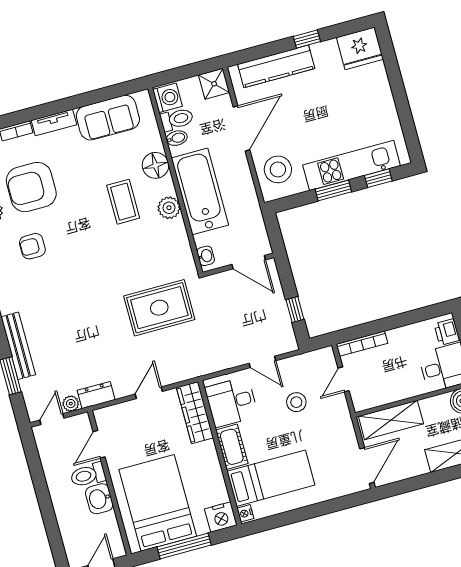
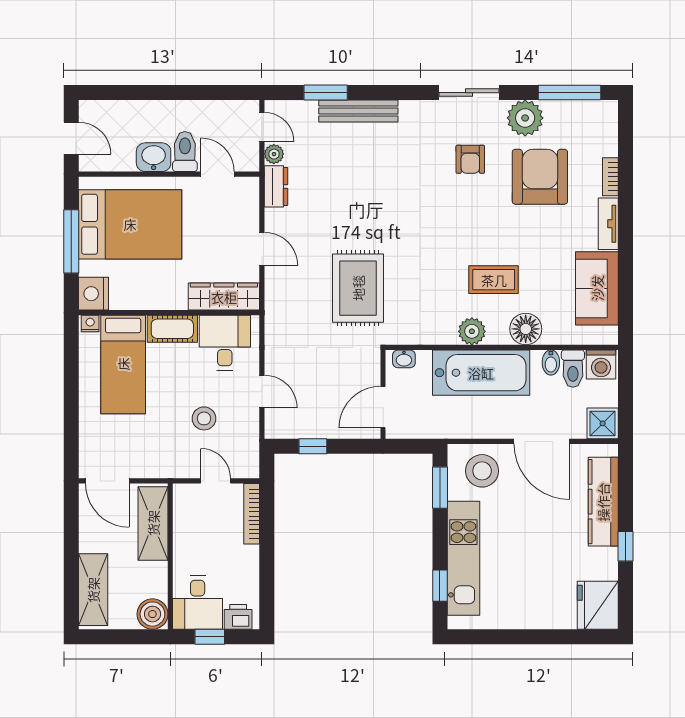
window: (333, 190) -> (440, 488), moved
armchair: (32, 246) -> (470, 159), turned 180
door: (262, 362) -> (262, 392), swing flipped

